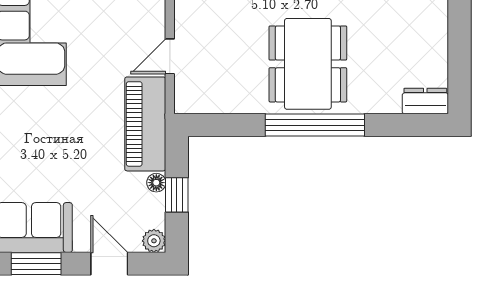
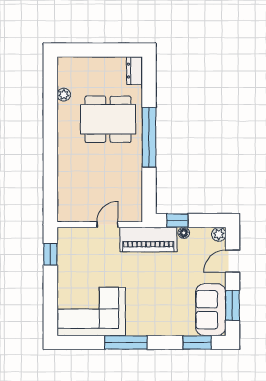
door: (170, 56) -> (108, 225), swing flipped
dining table: (308, 64) -> (108, 119), moved
window: (177, 195) -> (177, 220), moved

